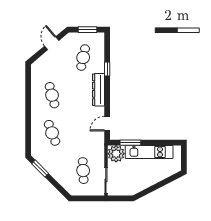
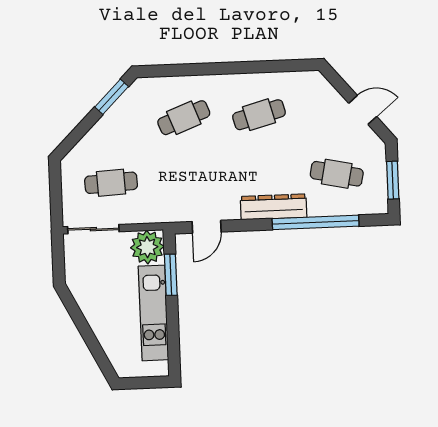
window: (107, 69) -> (316, 222), width x3.17
door: (107, 124) -> (207, 227), swing flipped

